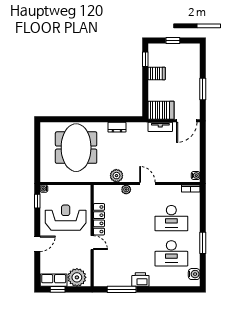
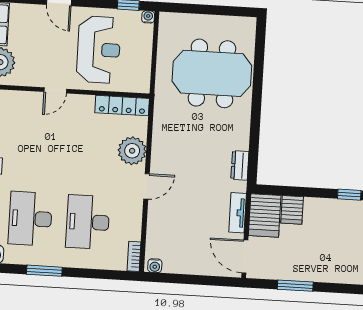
server rack: (157, 73) -> (292, 210), moved
dresser: (117, 127) -> (240, 165), moved
plant: (116, 176) -> (162, 137), removed
plant: (126, 189) -> (132, 151), width x1.88, depth x1.88
locker: (99, 219) -> (122, 106), moved

